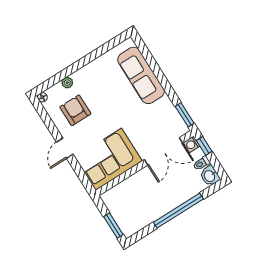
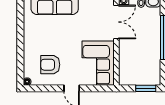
plant: (67, 83) -> (28, 58), removed

